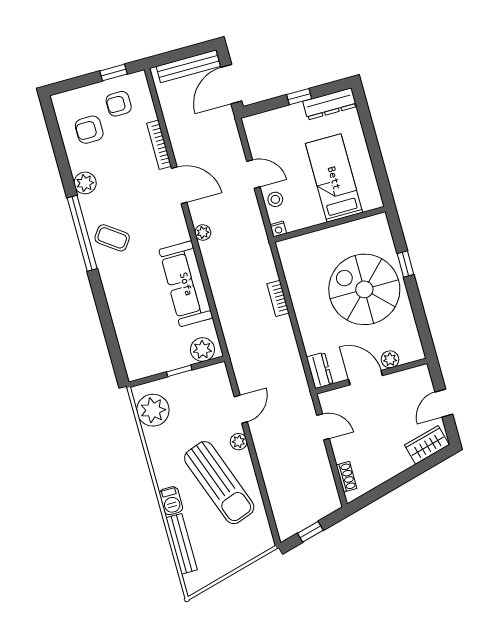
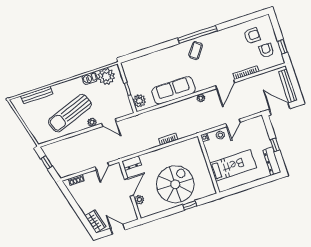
armchair: (89, 130) -> (252, 35), turned 90
plant: (85, 183) -> (224, 35), removed
barbecue: (171, 501) -> (90, 78), moved

